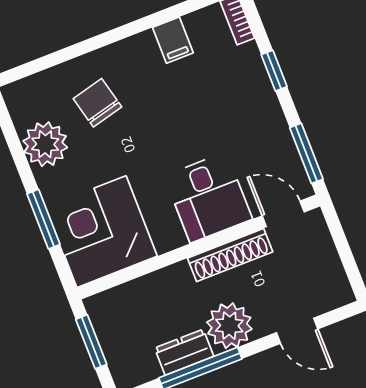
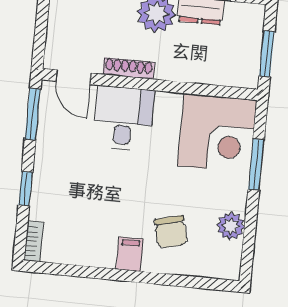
filing cabinet: (173, 40) -> (130, 254), moved
plant: (45, 144) -> (231, 226), width x0.73, depth x0.73
shoe rack: (230, 255) -> (129, 68), width x0.74, depth x0.81

